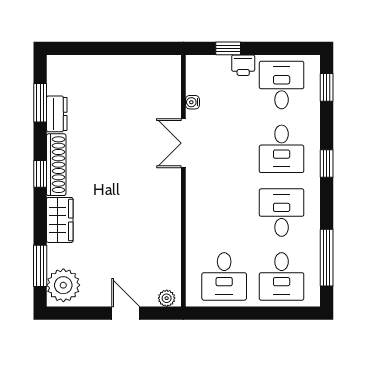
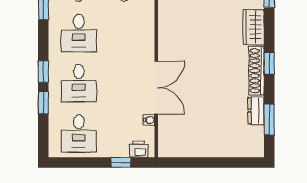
printer: (243, 65) -> (139, 149), moved
window: (327, 87) -> (43, 103), moved
double door: (183, 143) -> (156, 88), width x1.37
desk: (282, 149) -> (79, 83), turned 180

